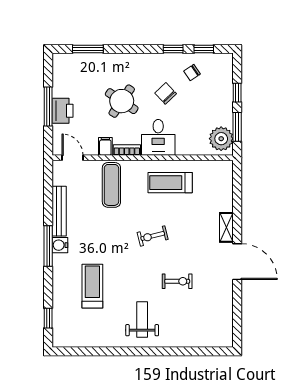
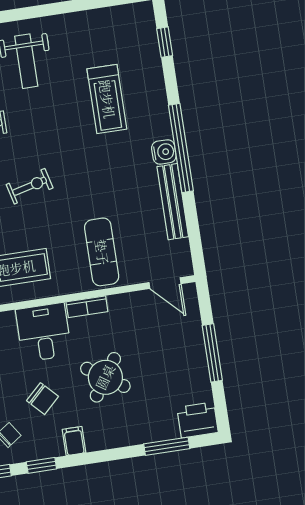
printer: (63, 111) -> (198, 420), moved, turned 90
filing cabinet: (105, 146) -> (74, 441), moved, turned 180
window: (48, 246) -> (181, 148), width x1.46

